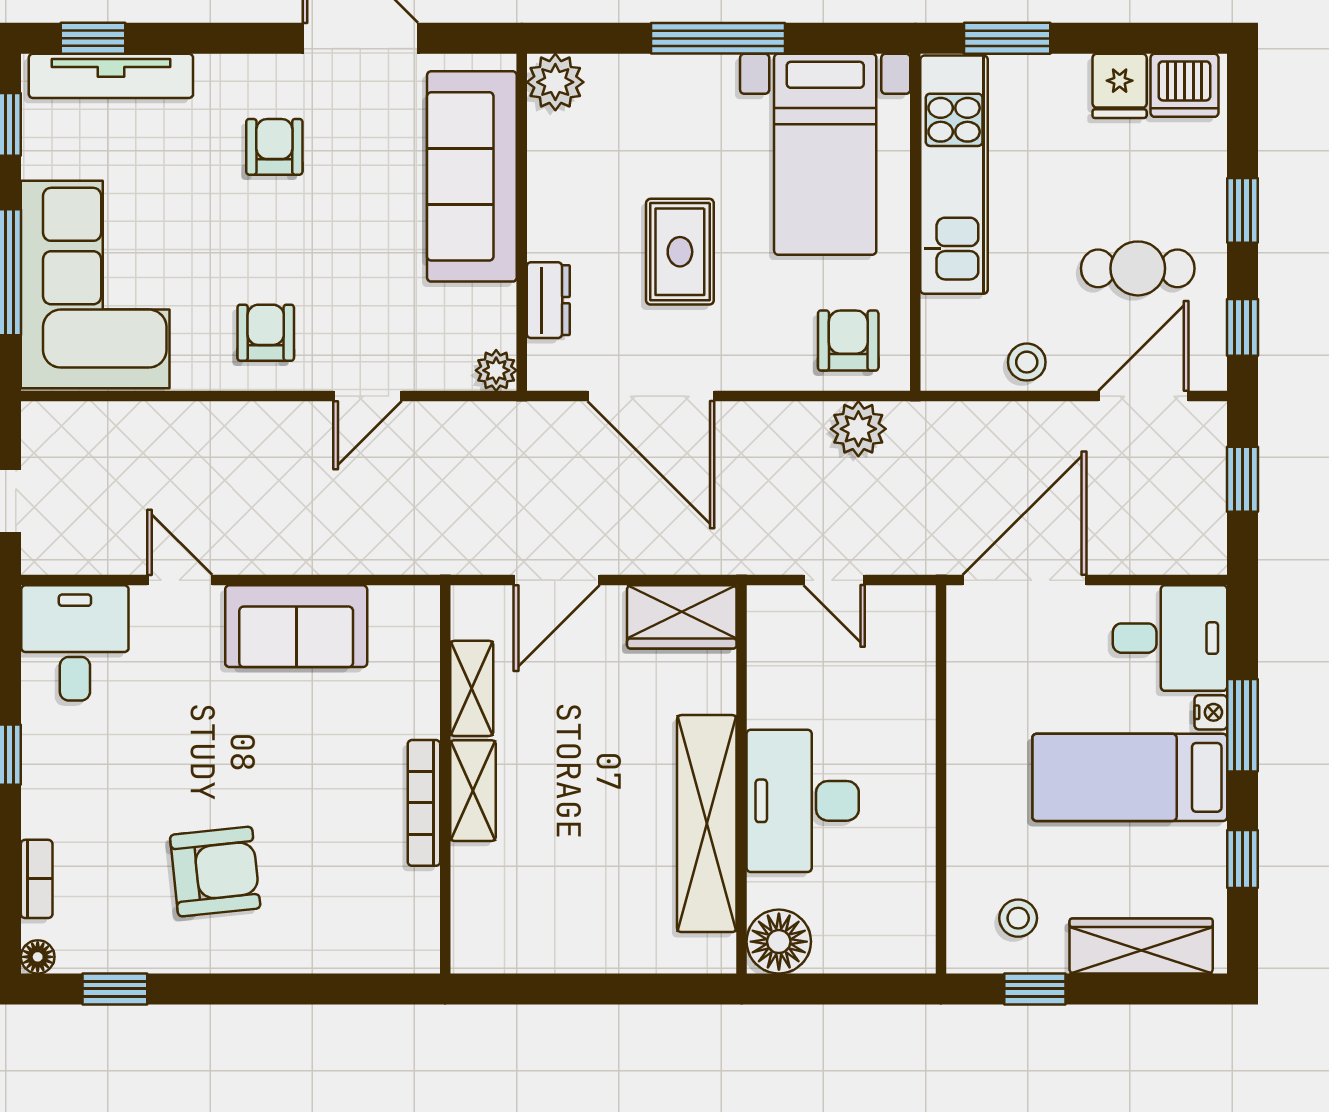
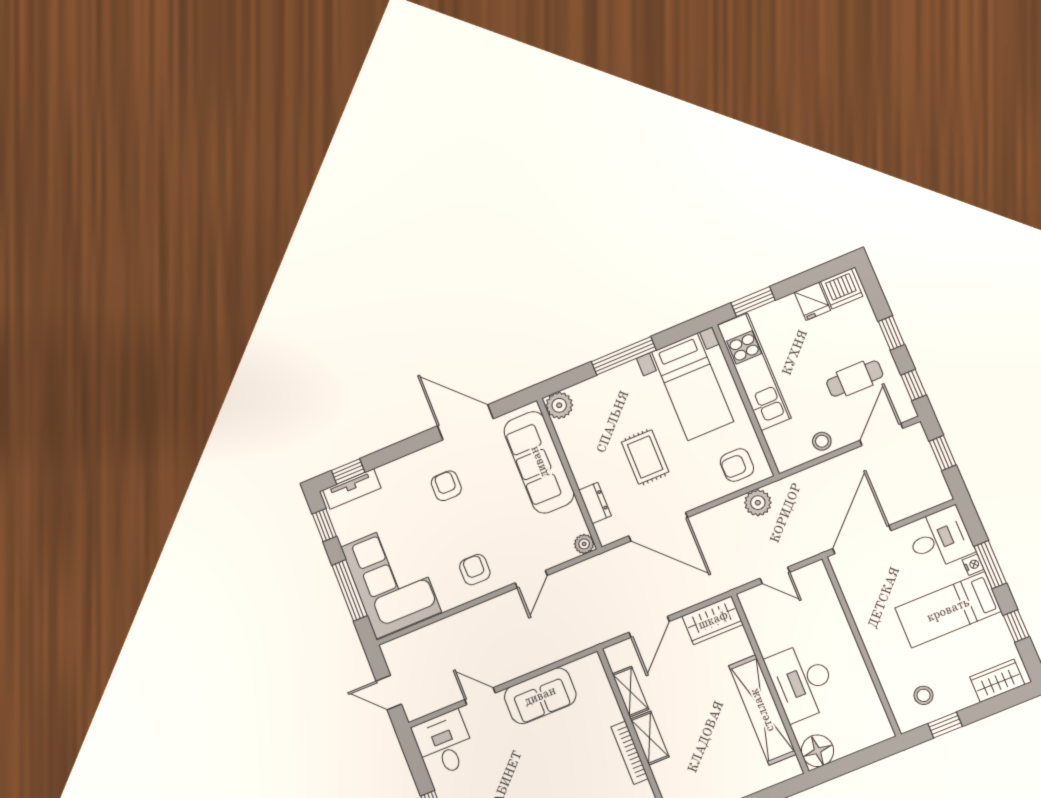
tv unit: (111, 76) -> (352, 489), width x0.71
armchair: (848, 341) -> (737, 465), turned -90
wardrobe: (1141, 946) -> (997, 681), width x0.67

